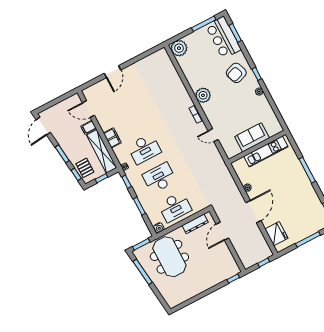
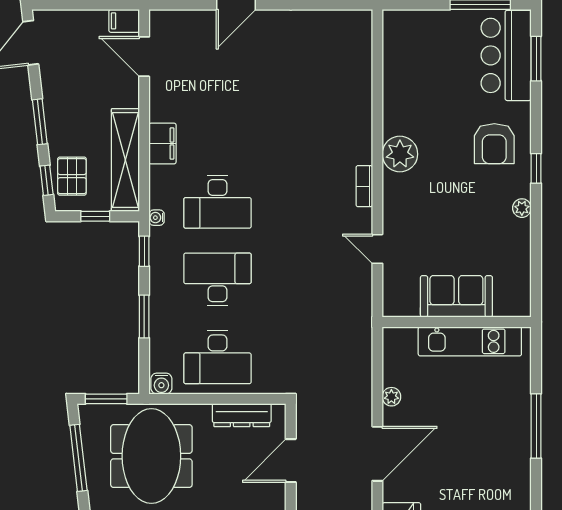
plant: (179, 48) -> (401, 29), removed
armchair: (236, 73) -> (494, 144), turned -70
filing cabinet: (88, 127) -> (124, 21), moved

